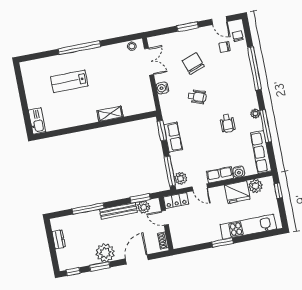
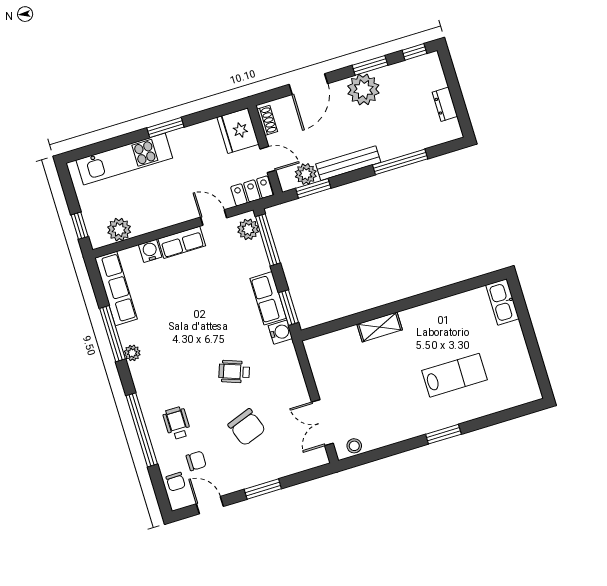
window: (79, 48) -> (443, 434), width x0.47
water cooler: (162, 88) -> (280, 332), moved
wheelchair: (227, 123) -> (177, 423), moved
fridge: (237, 192) -> (238, 131), moved, turned -90

